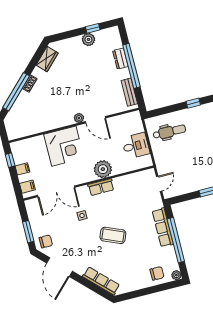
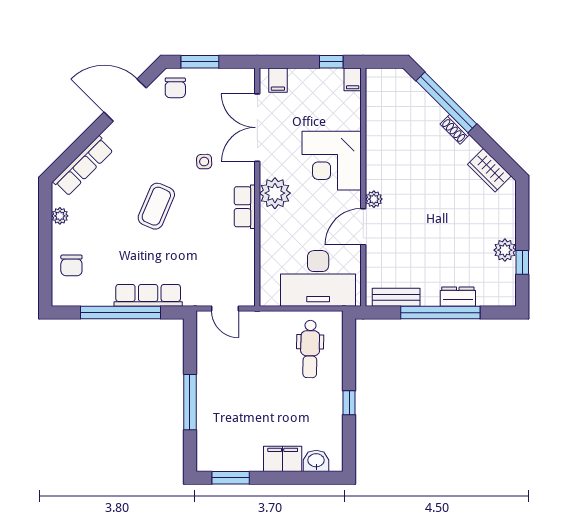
desk: (136, 146) -> (318, 278), width x1.87, depth x1.30
filing cabinet: (22, 169) -> (353, 79), moved
plant: (103, 169) -> (275, 193), moved
plant: (176, 275) -> (60, 216), moved

